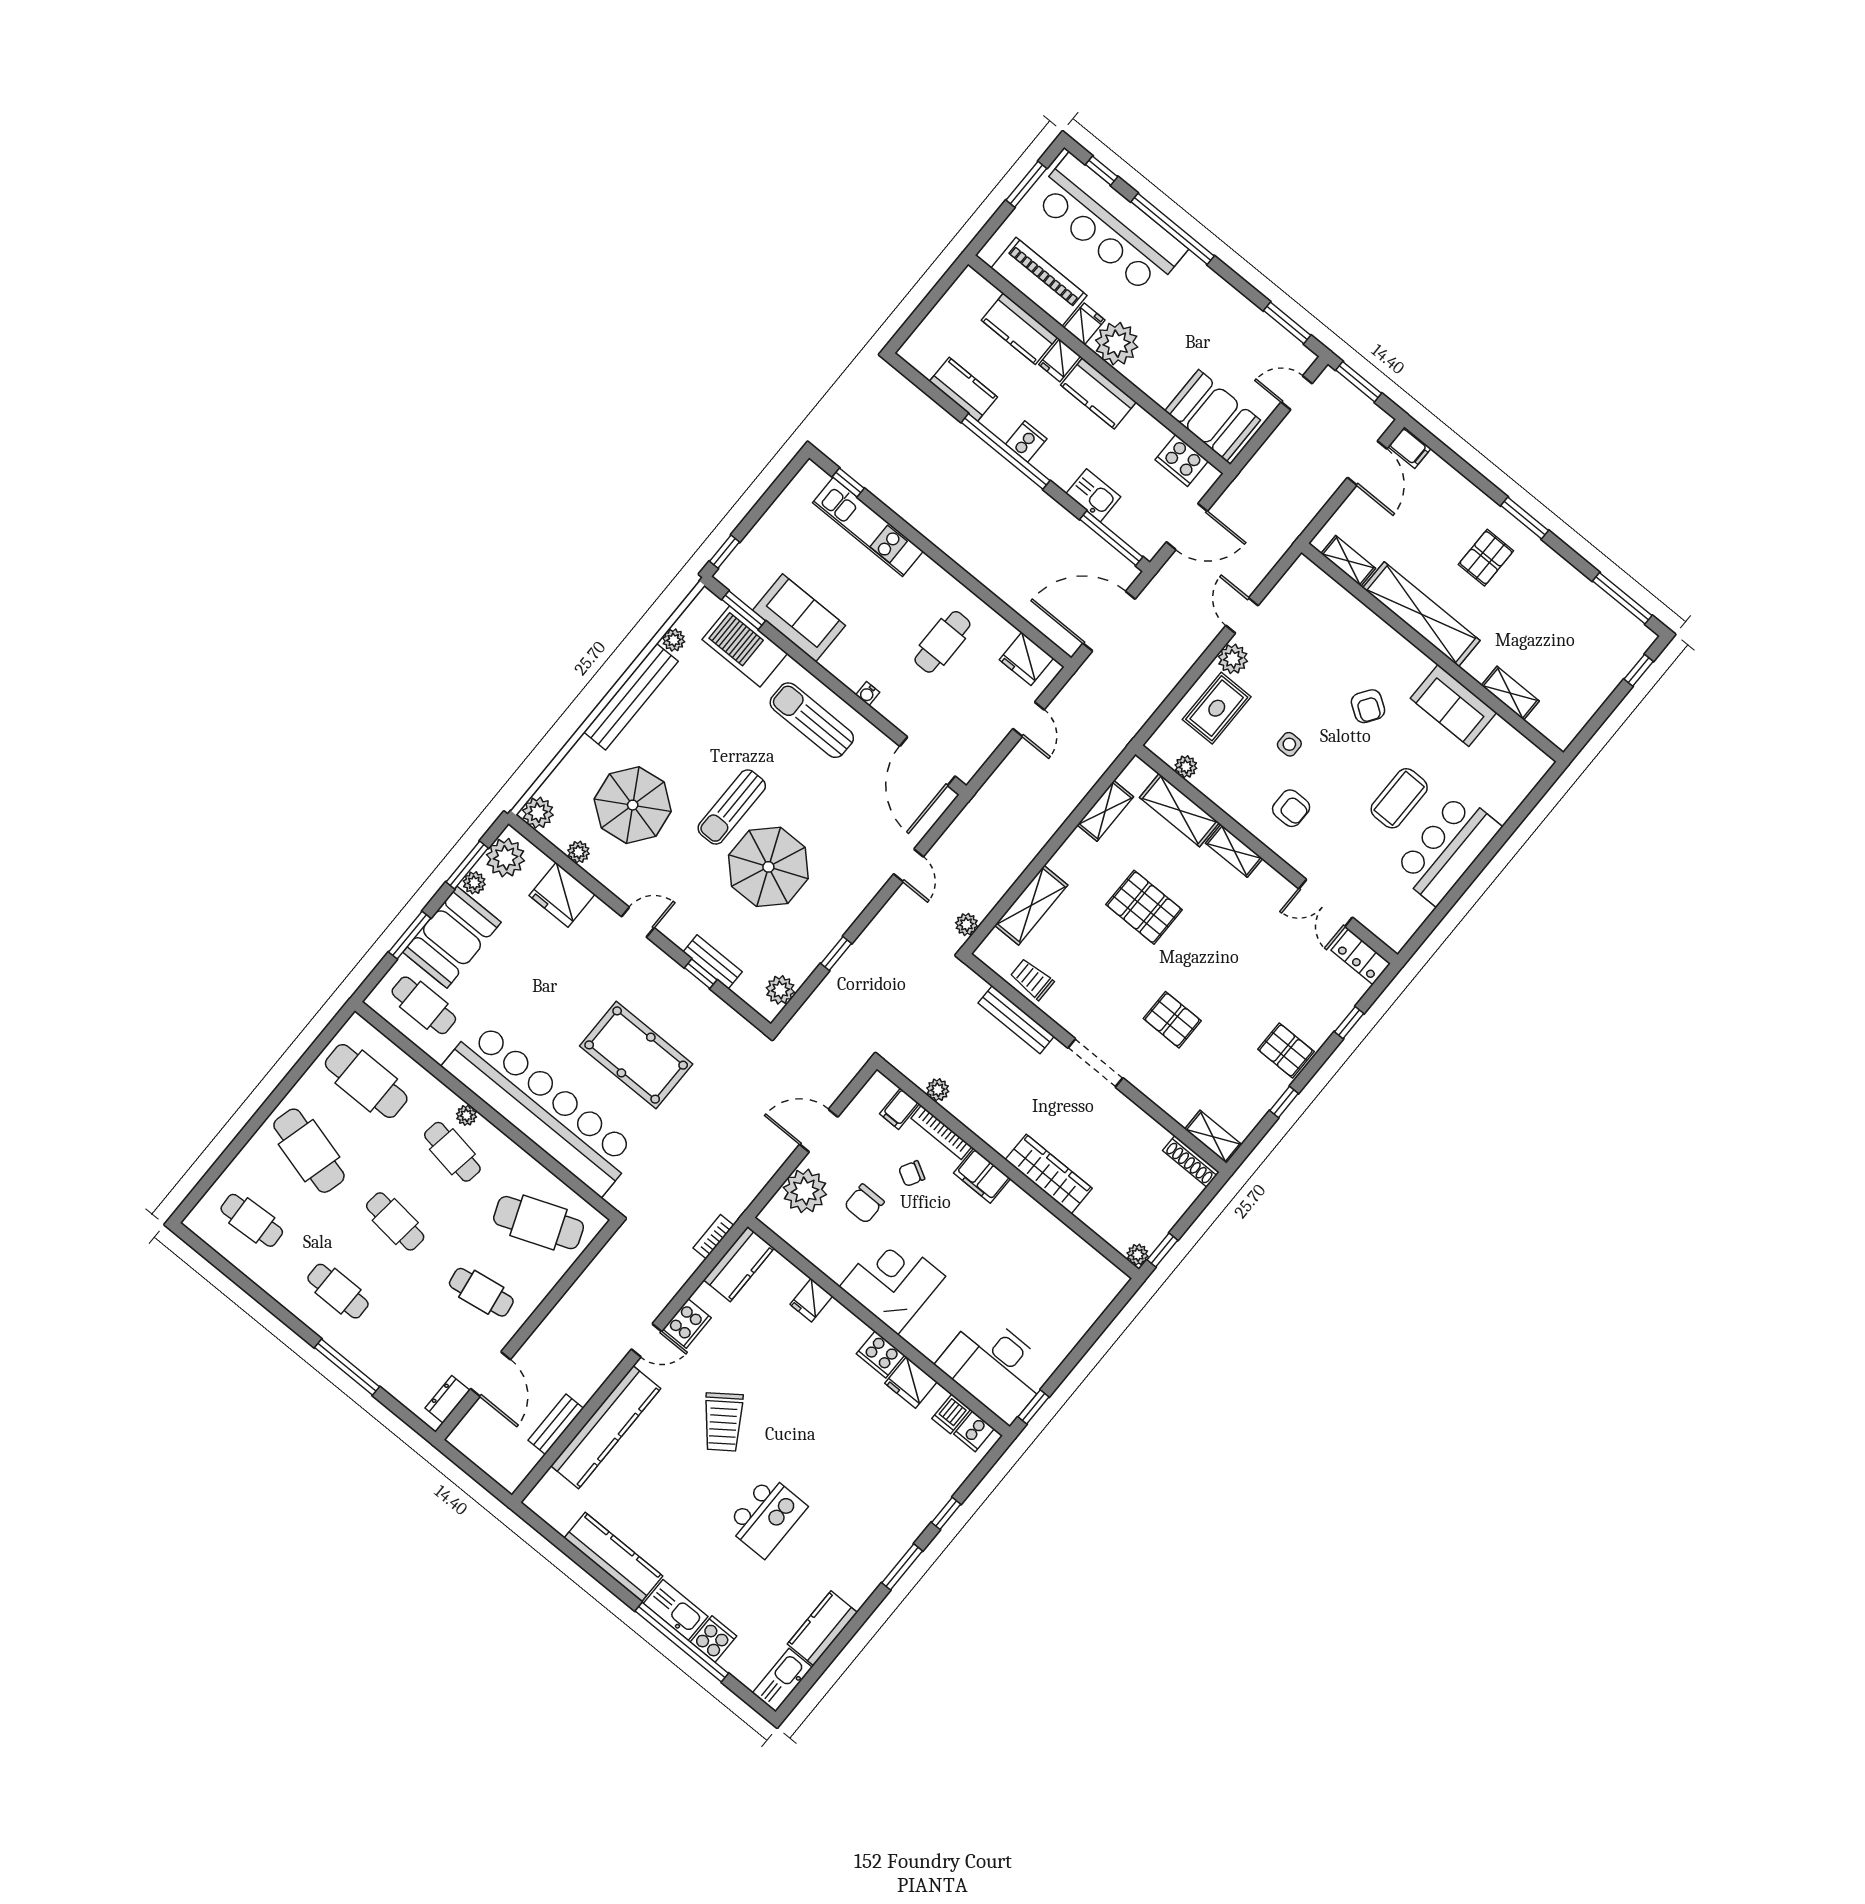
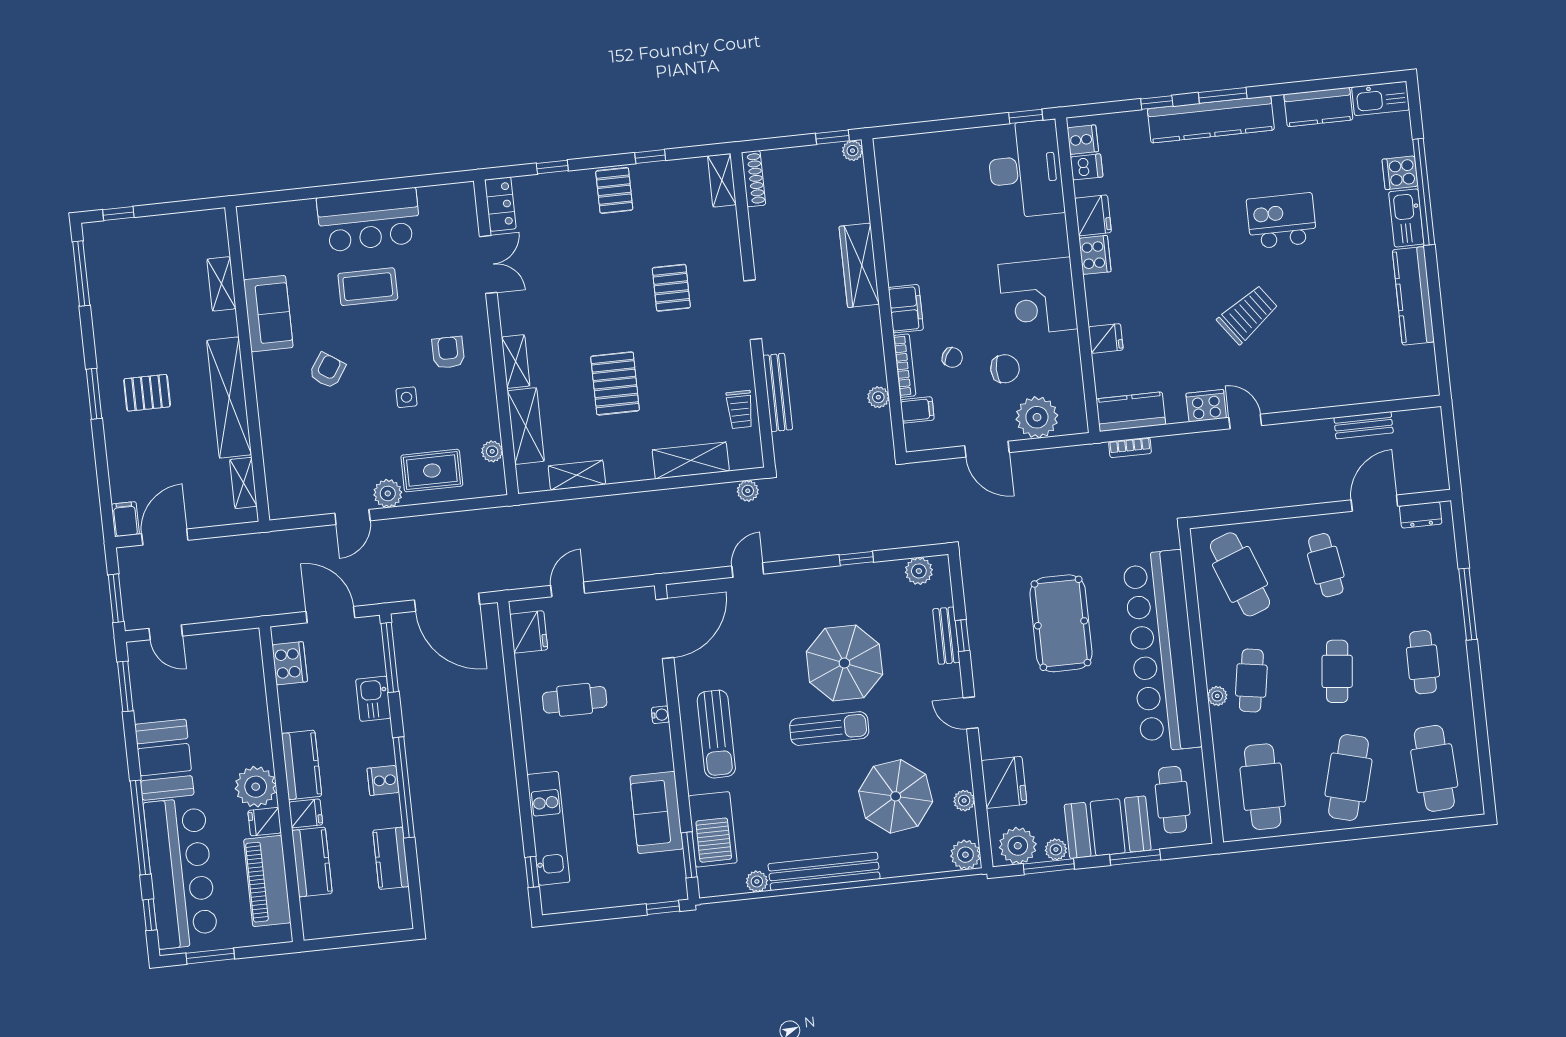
booth: (1212, 415) -> (164, 760), moved
cafe table: (252, 1220) -> (1434, 768), width x1.37, depth x1.35
kitchen counter: (606, 1427) -> (1211, 119), moved, turned 180

